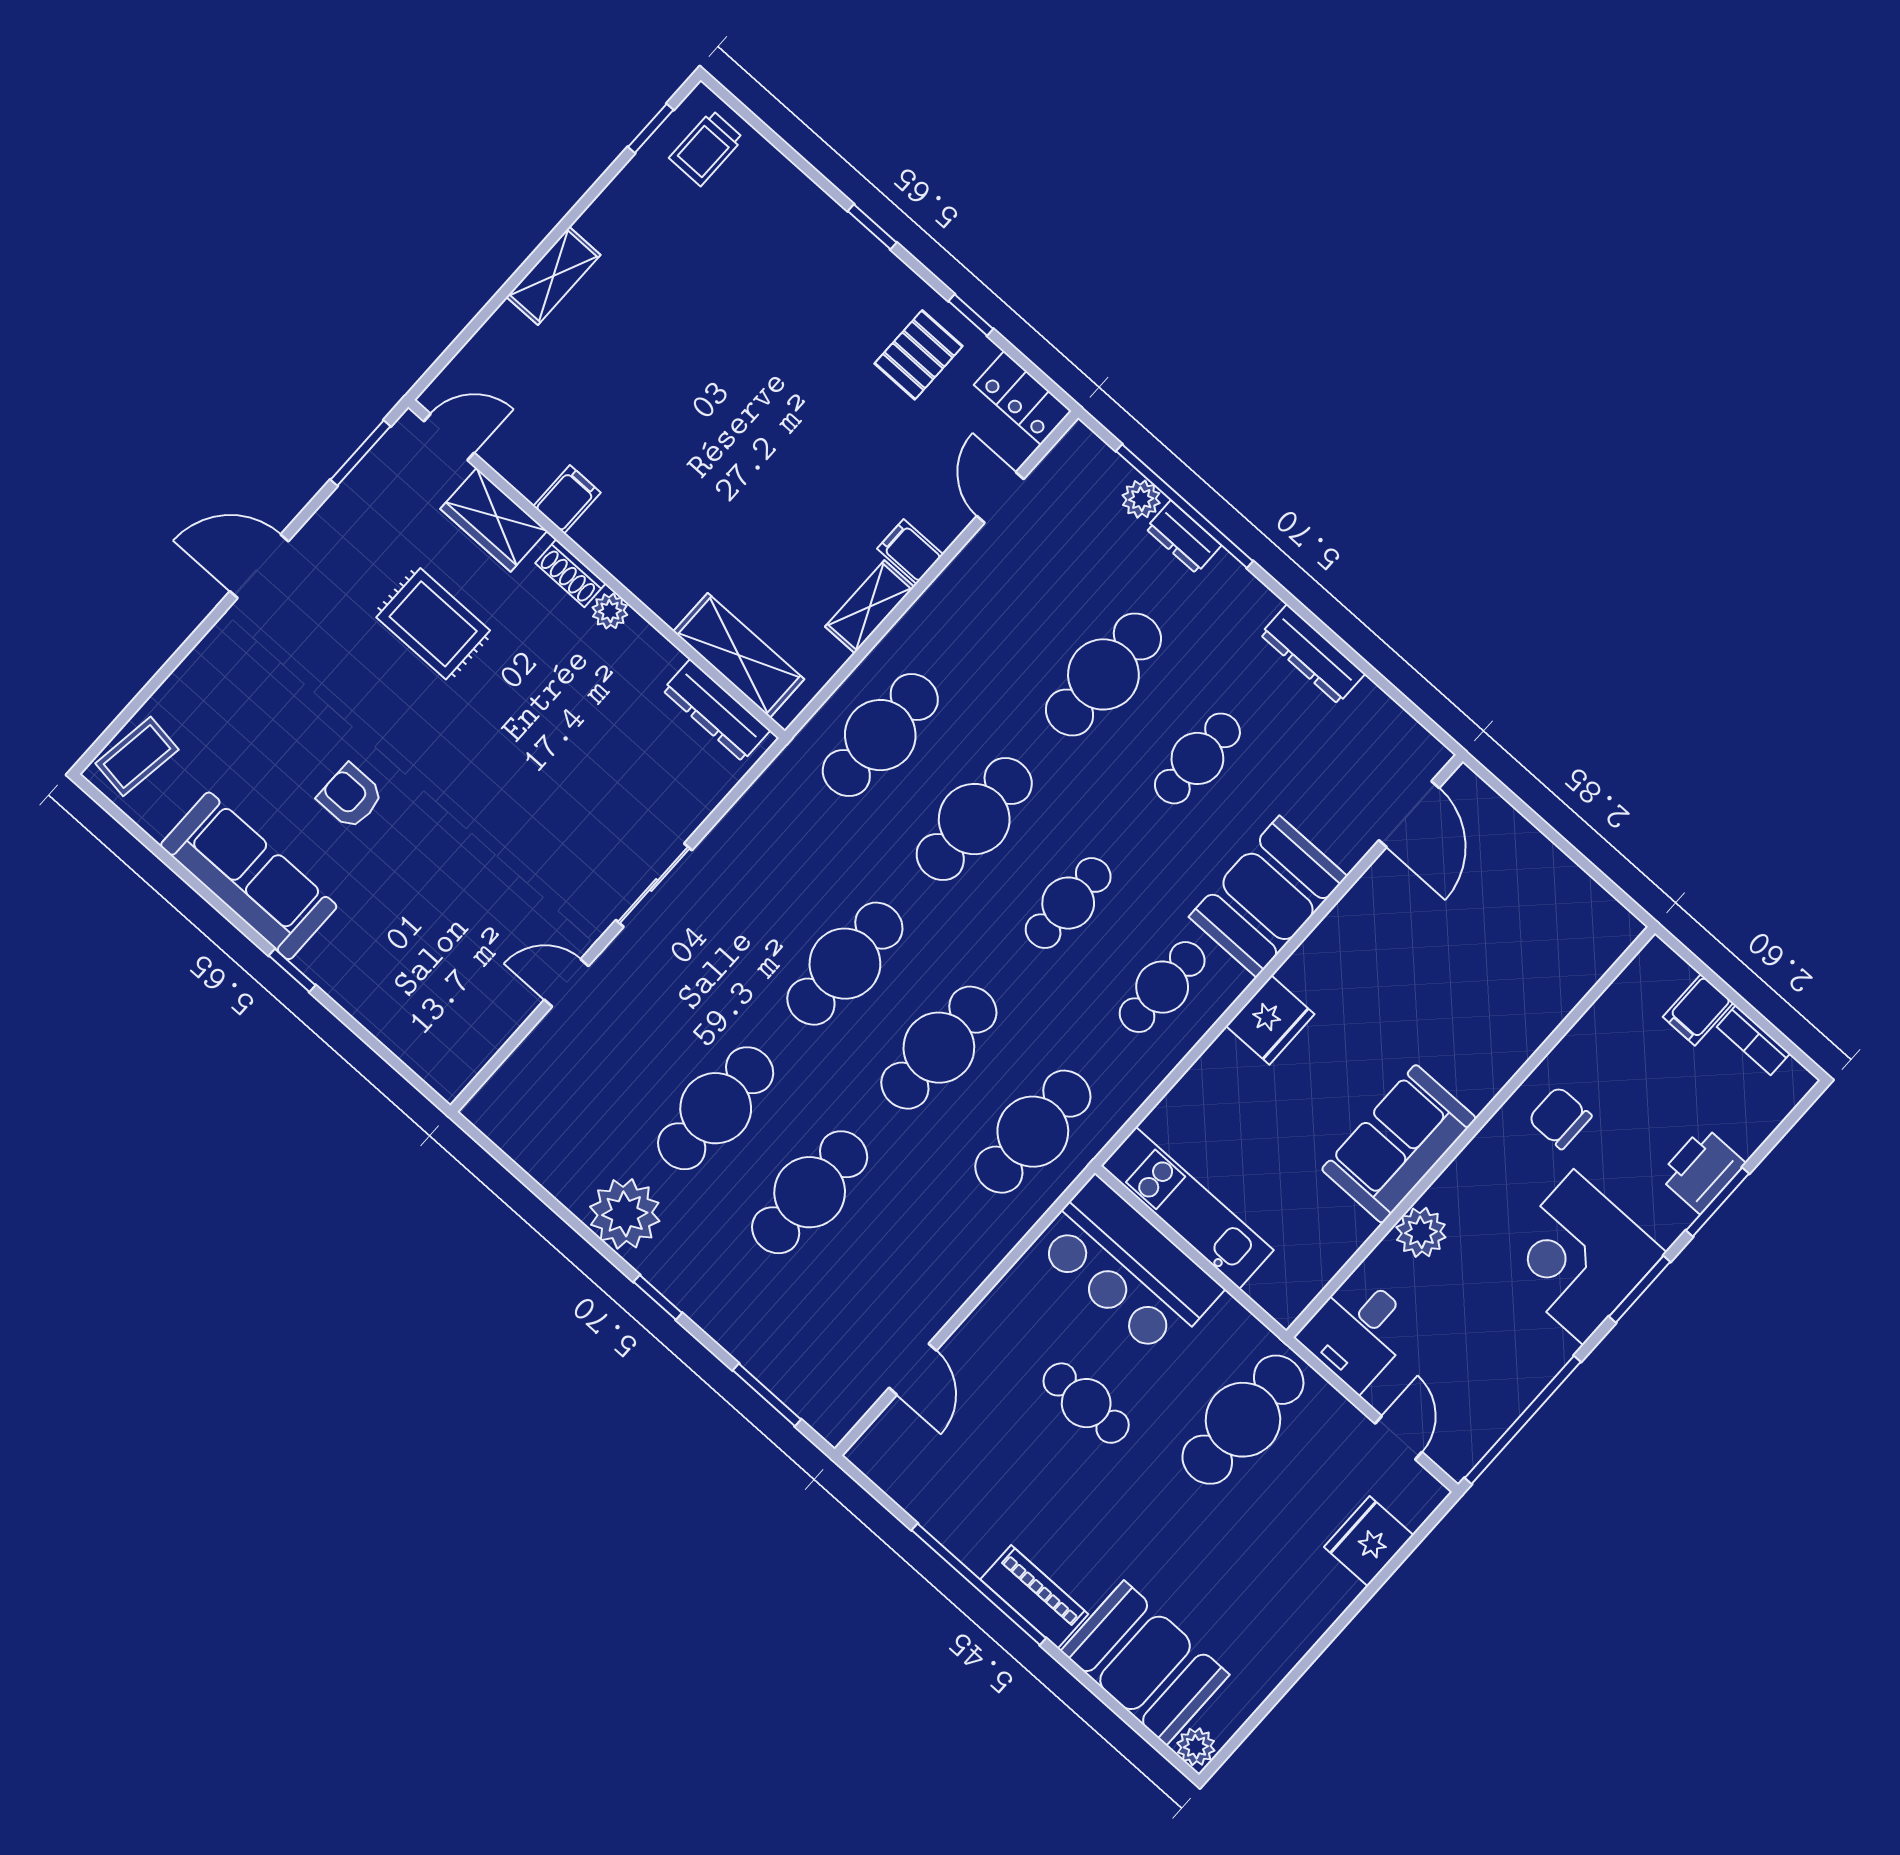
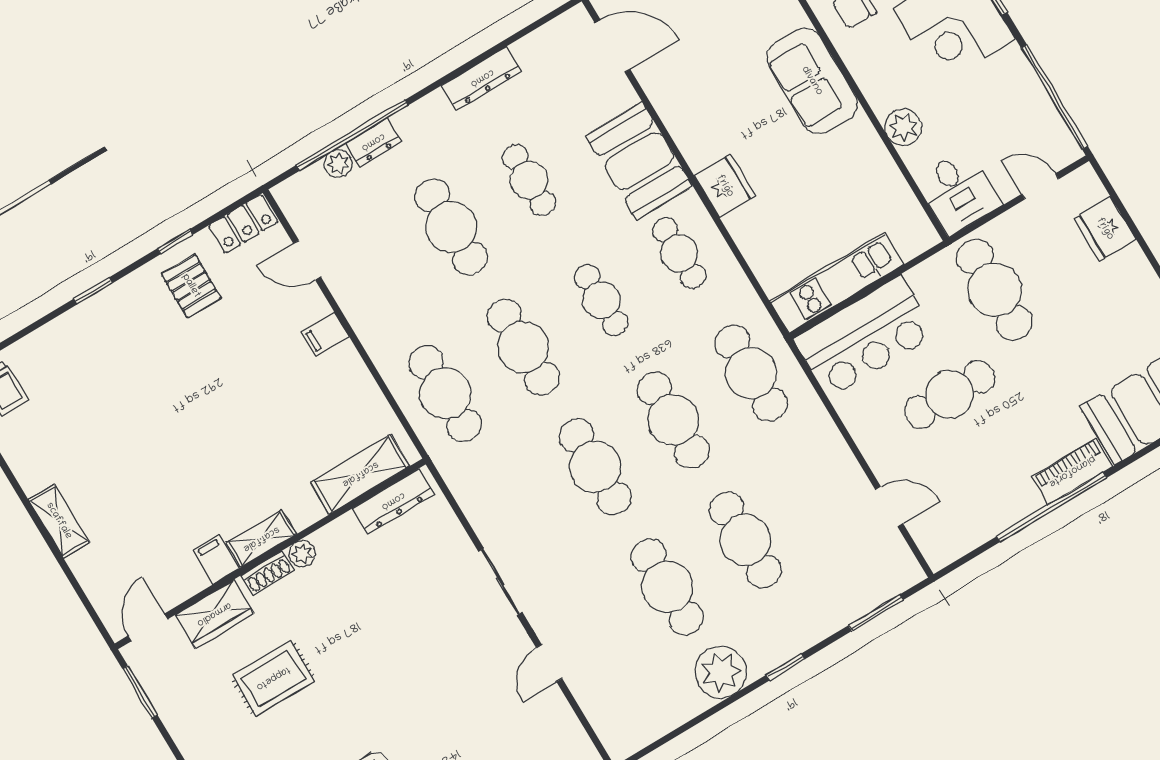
shelving: (870, 607) -> (261, 539), moved, turned 90
sofa: (1399, 1144) -> (812, 81), moved
cafe table: (1086, 1403) -> (950, 394), width x1.37, depth x1.35

